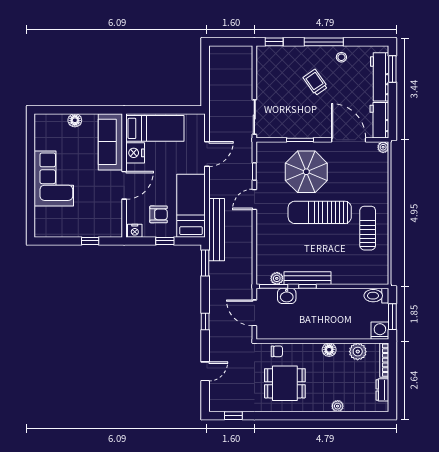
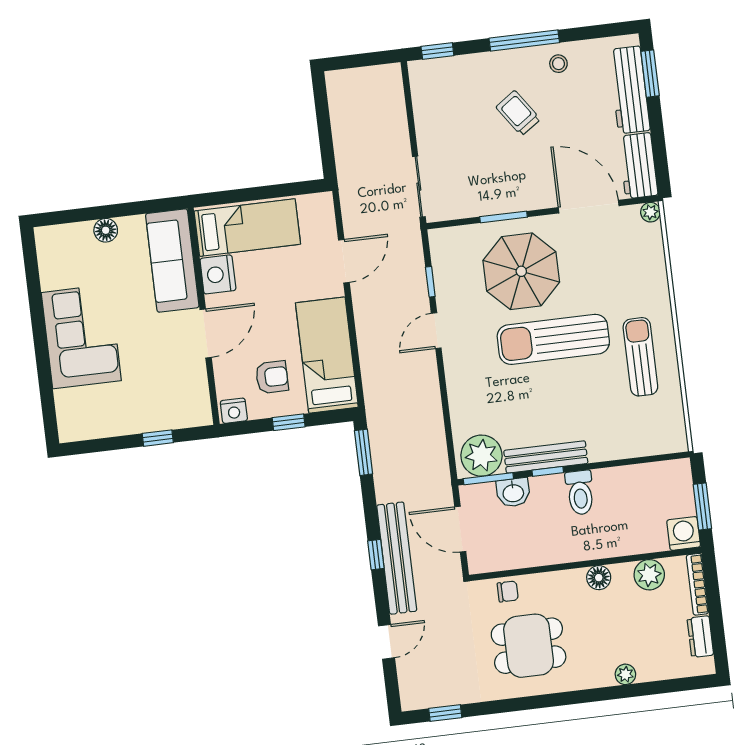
bench: (217, 230) -> (397, 558), moved
plant: (277, 278) -> (481, 456), width x1.87, depth x1.87
toilet: (376, 296) -> (580, 493), moved, turned -90

